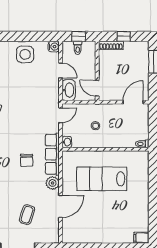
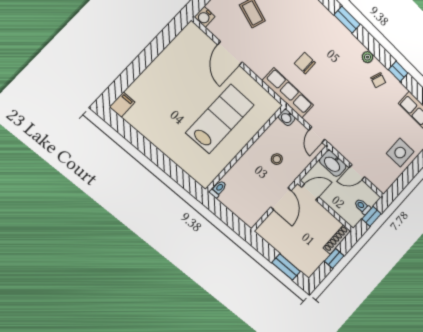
water cooler: (54, 47) -> (205, 17), moved
door: (133, 102) -> (281, 199), moved
plant: (53, 183) -> (260, 67), removed

